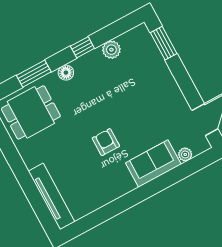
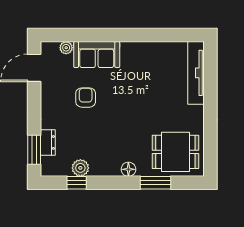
window: (82, 47) -> (77, 183), moved
dresser: (155, 57) -> (48, 142), added
armchair: (106, 142) -> (86, 98), moved, turned 180

